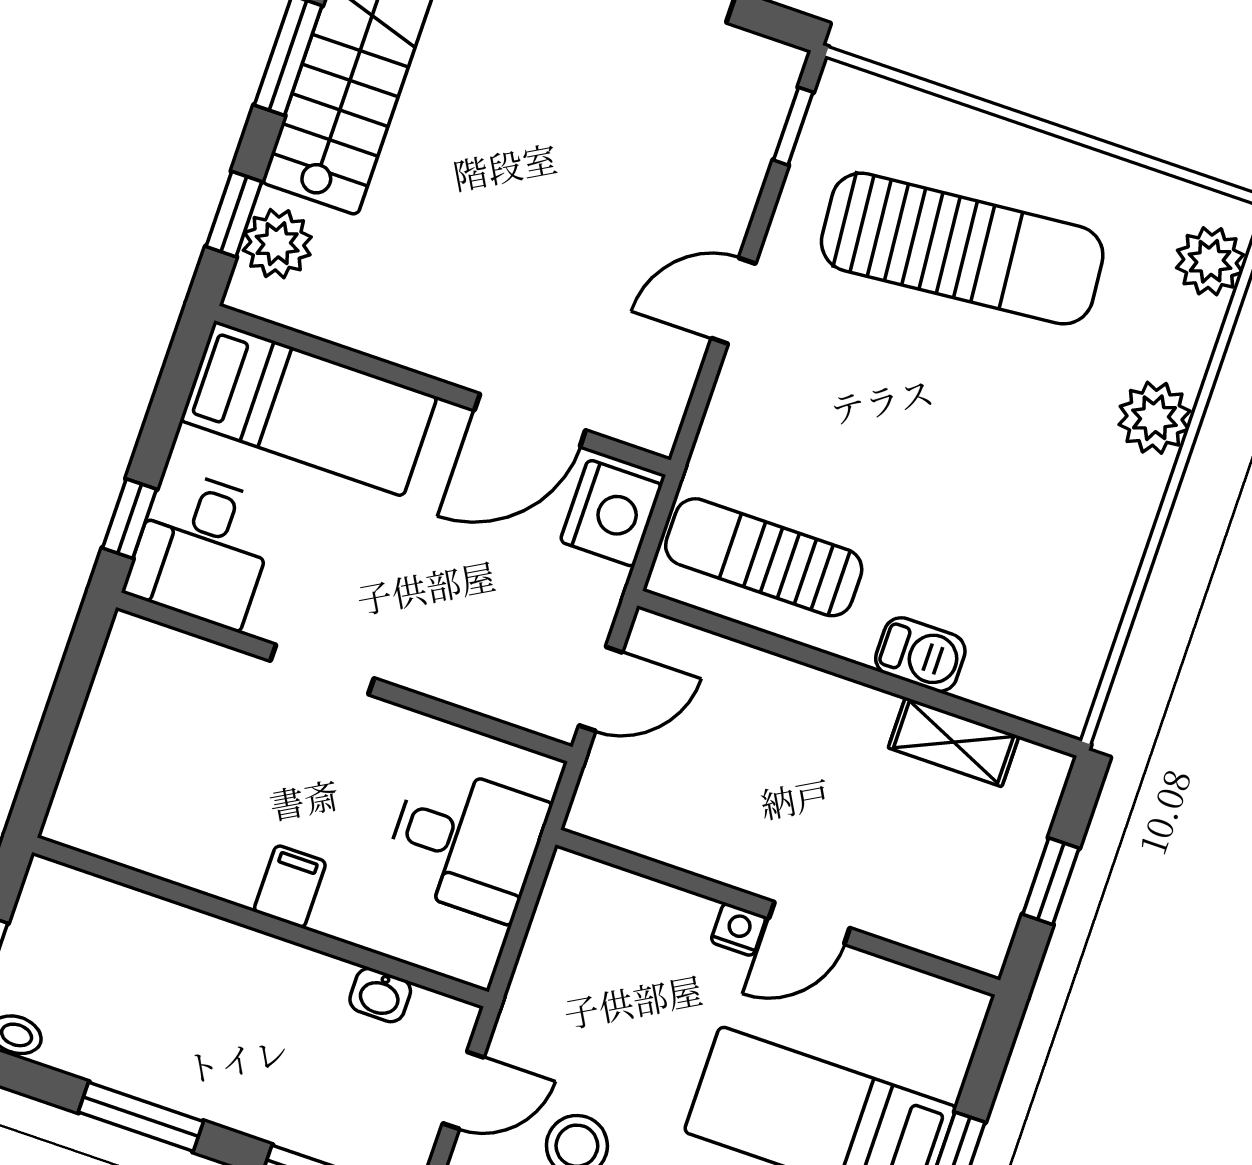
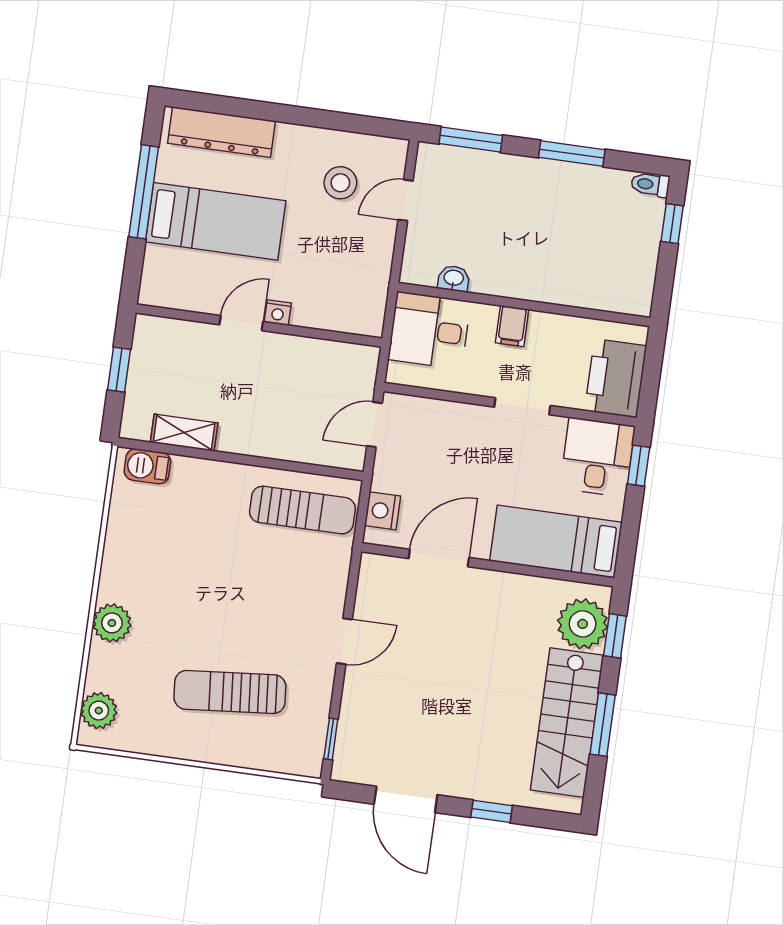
plant: (277, 244) -> (583, 624), width x1.36, depth x1.36
sun lounger: (962, 249) -> (230, 692), width x0.73, depth x0.75
nightstand: (611, 513) -> (383, 511), width x0.74, depth x0.75
barbecue: (920, 655) -> (147, 466), moved
printer: (140, 688) -> (616, 378), added
filing cabinet: (290, 887) -> (512, 326), moved
wall: (260, 922) -> (524, 304), moved
washbasin: (380, 995) -> (454, 278), moved

